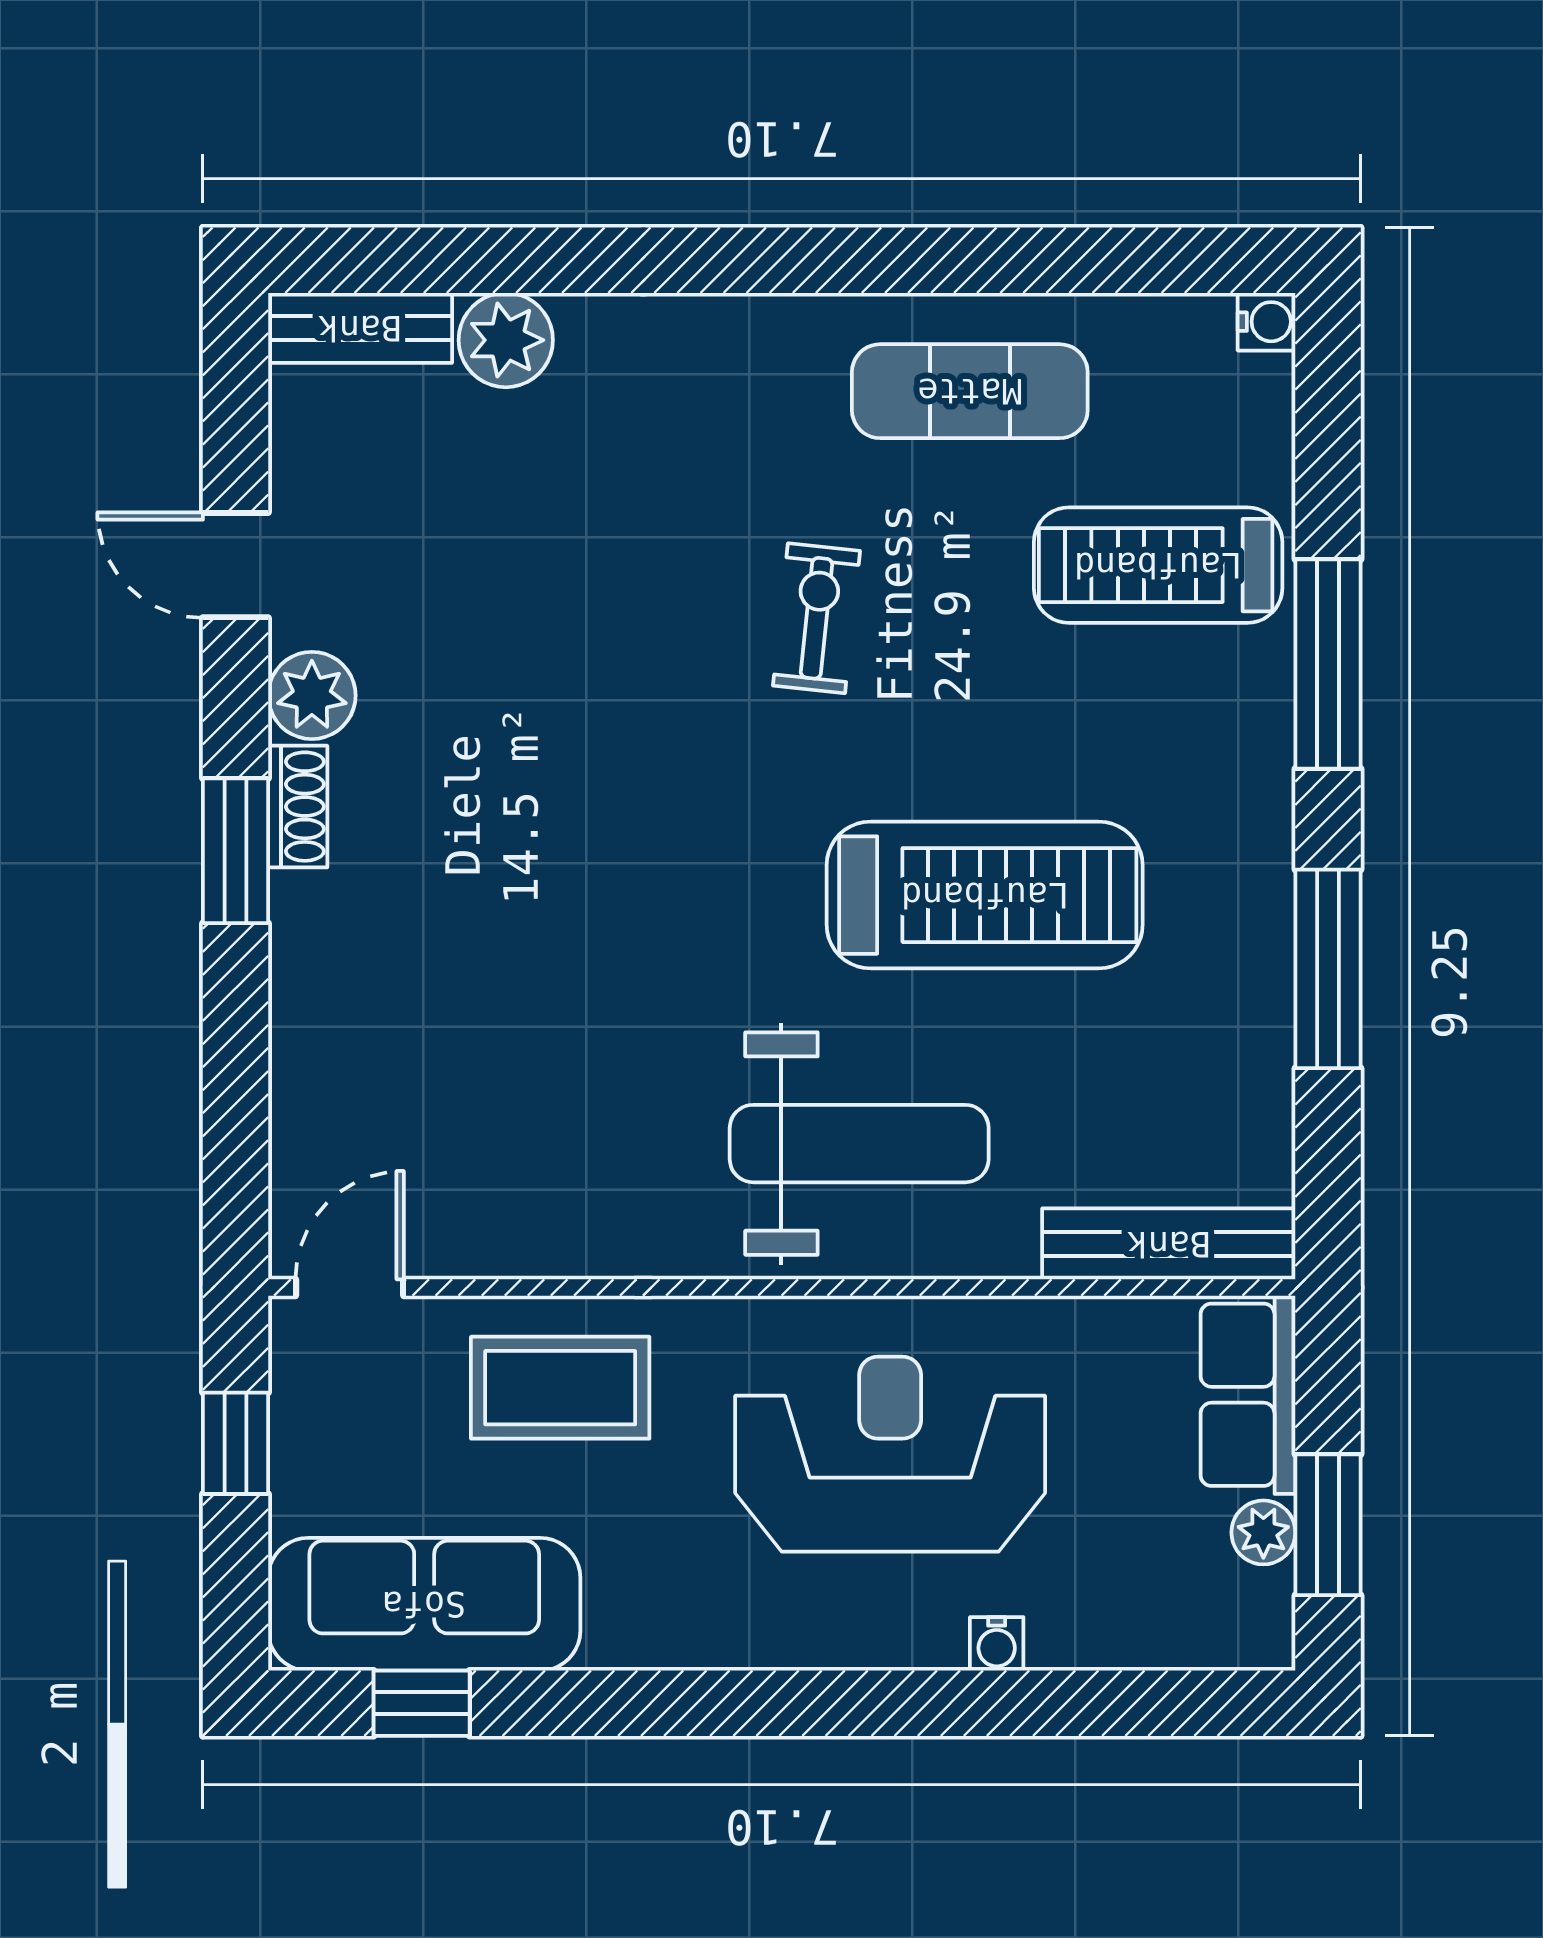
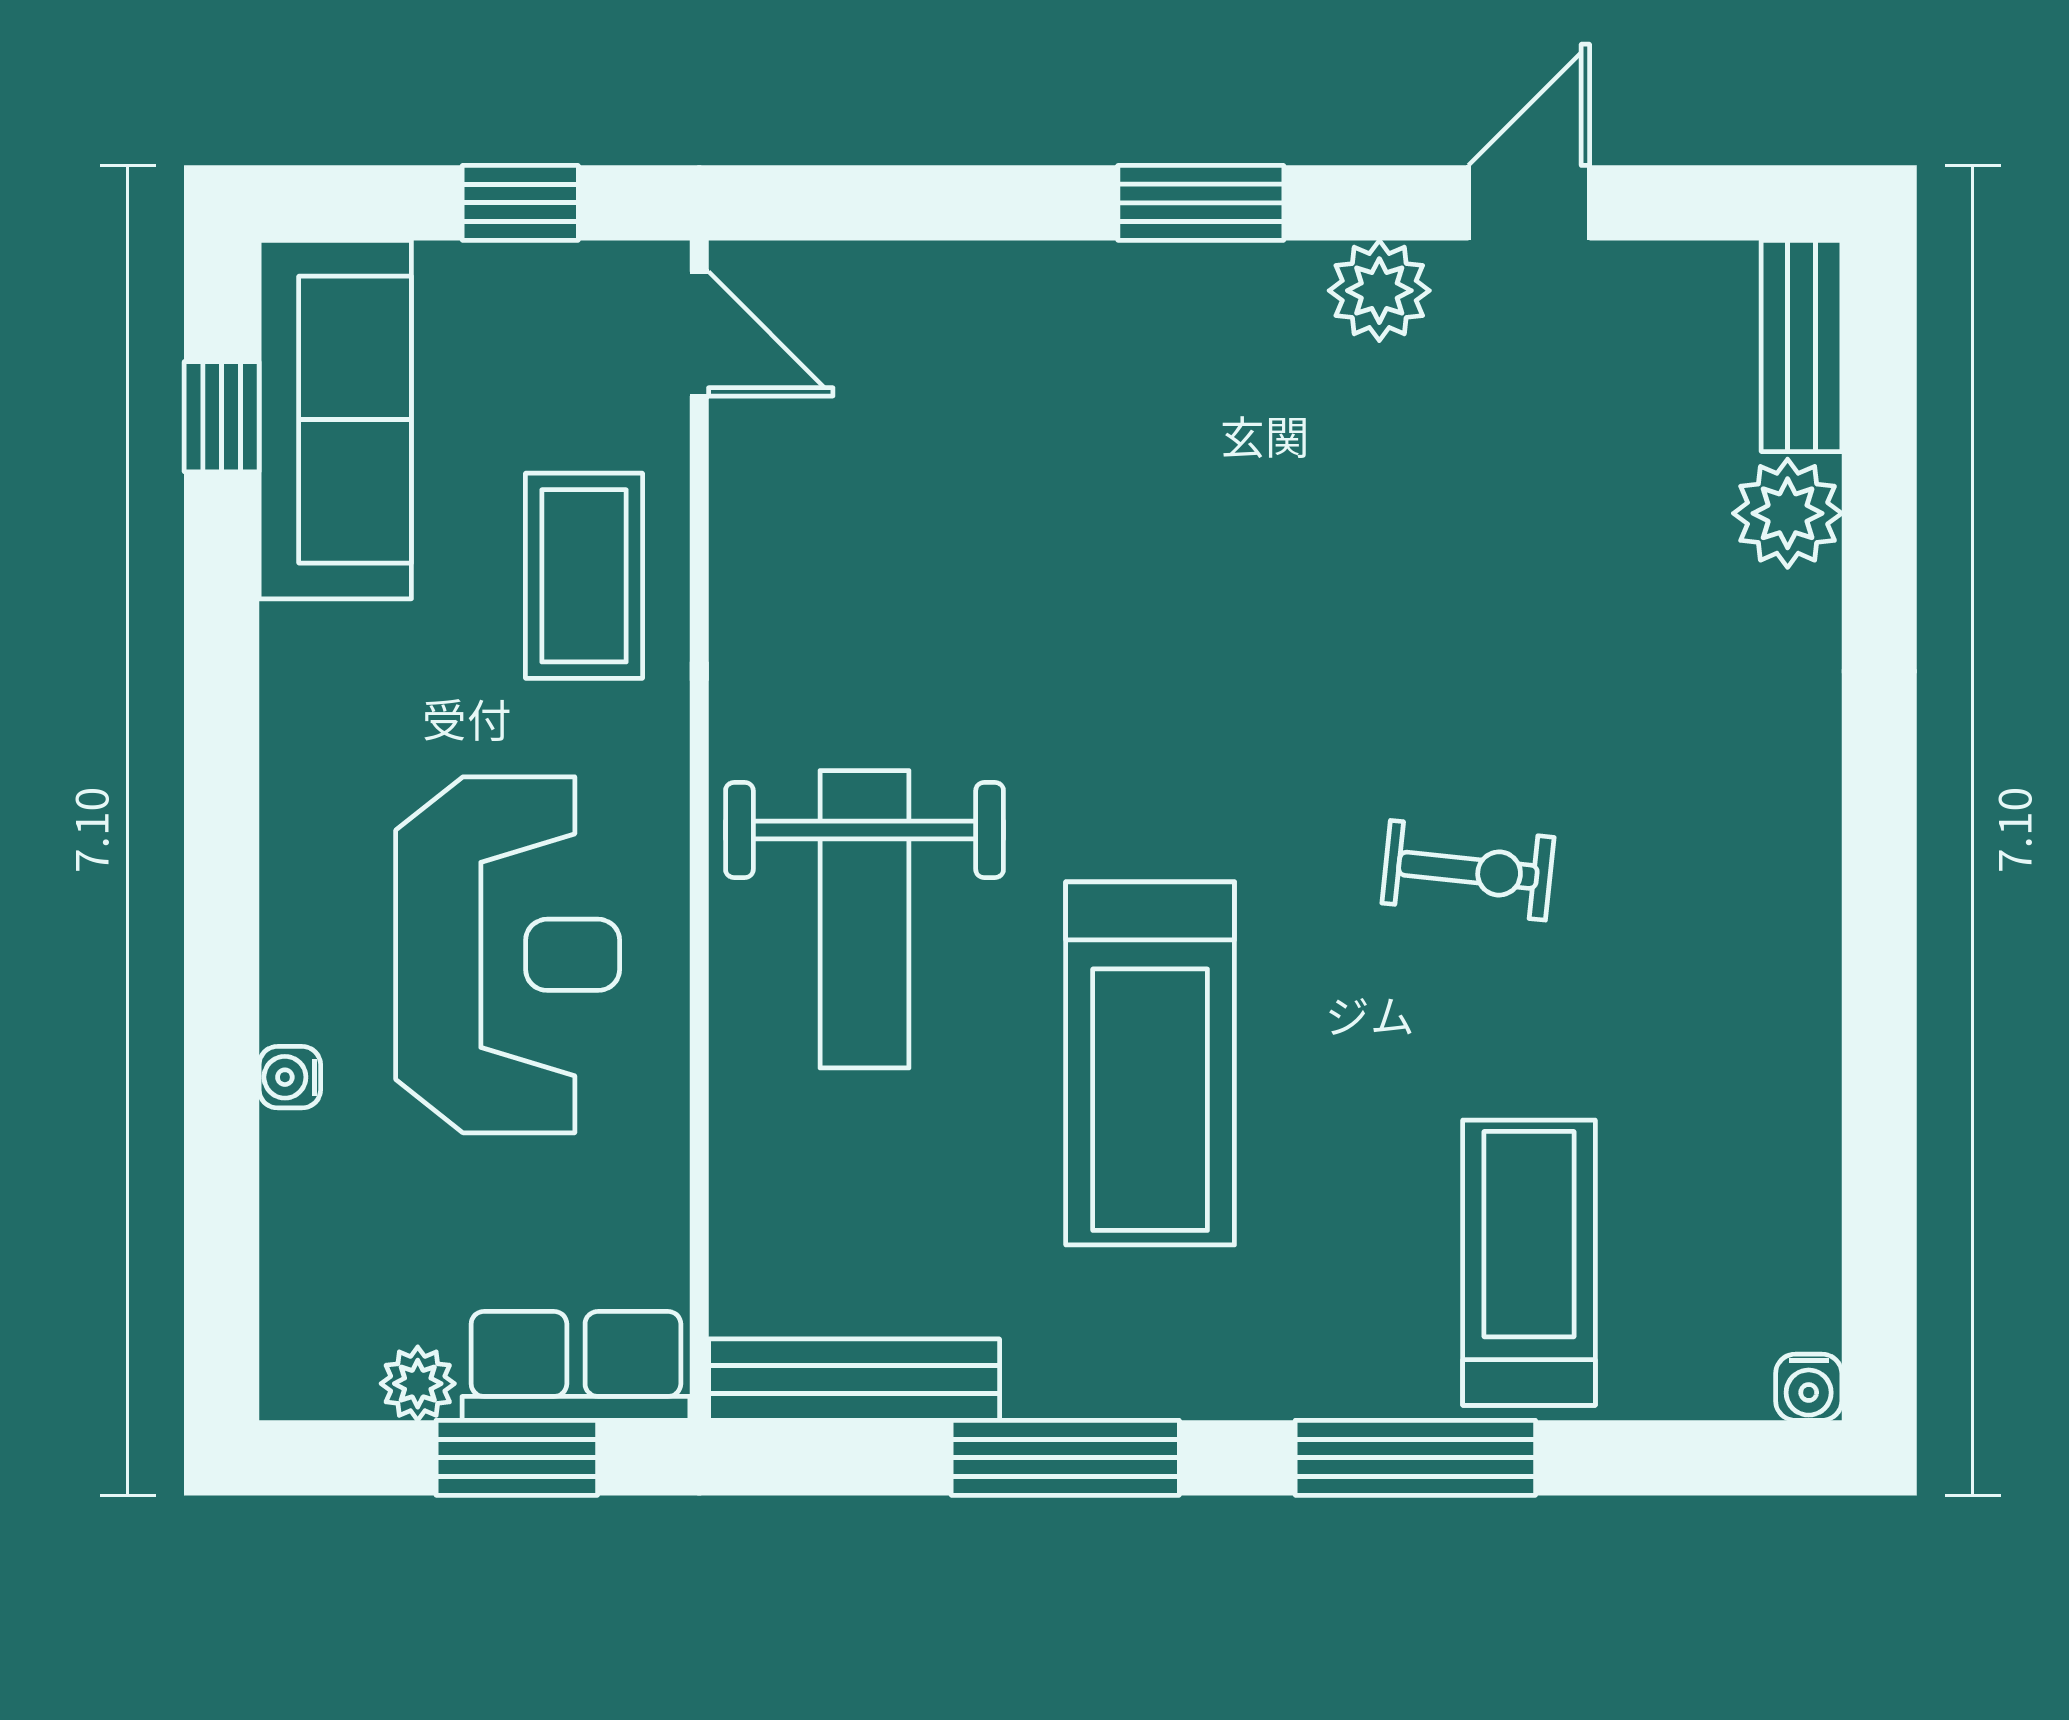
exercise mat: (970, 391) -> (1729, 1046), removed
shoe rack: (298, 807) -> (1252, 274), removed
bench: (1169, 1244) -> (854, 1380), moved, turned 90
window: (1328, 1525) -> (517, 1458), moved

